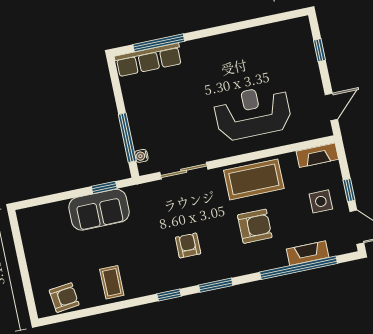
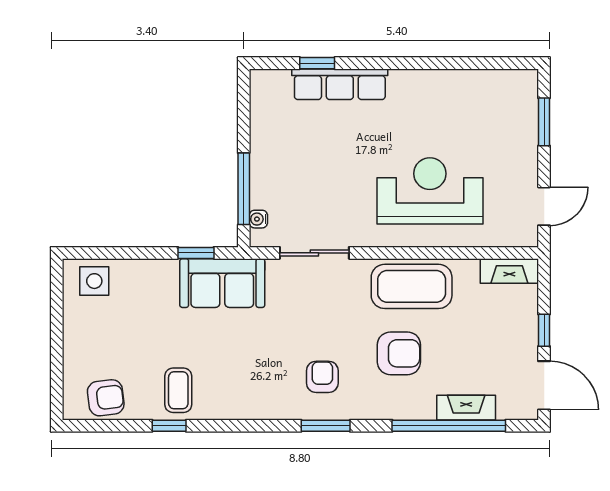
window: (159, 43) -> (317, 63), width x0.46
window: (319, 50) -> (544, 122), width x1.50
row of seats: (148, 60) -> (340, 84), moved
side table: (321, 201) -> (94, 281), moved
sofa: (99, 210) -> (222, 283), moved
armchair: (188, 245) -> (322, 377), moved
window: (169, 295) -> (169, 426), moved

